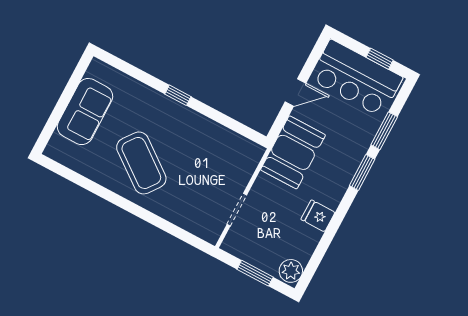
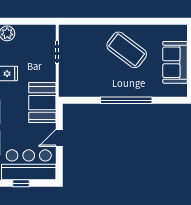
window: (178, 95) -> (126, 100), width x3.17
window: (255, 273) -> (27, 21), removed

